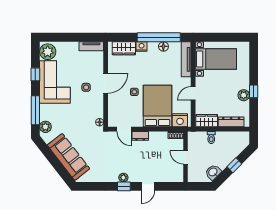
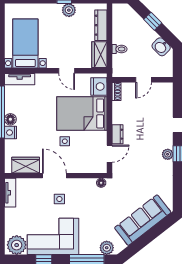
floor lamp: (163, 46) -> (10, 119), moved
wardrobe: (124, 48) -> (26, 165), moved, turned -90
tv unit: (186, 59) -> (20, 79), width x0.71

